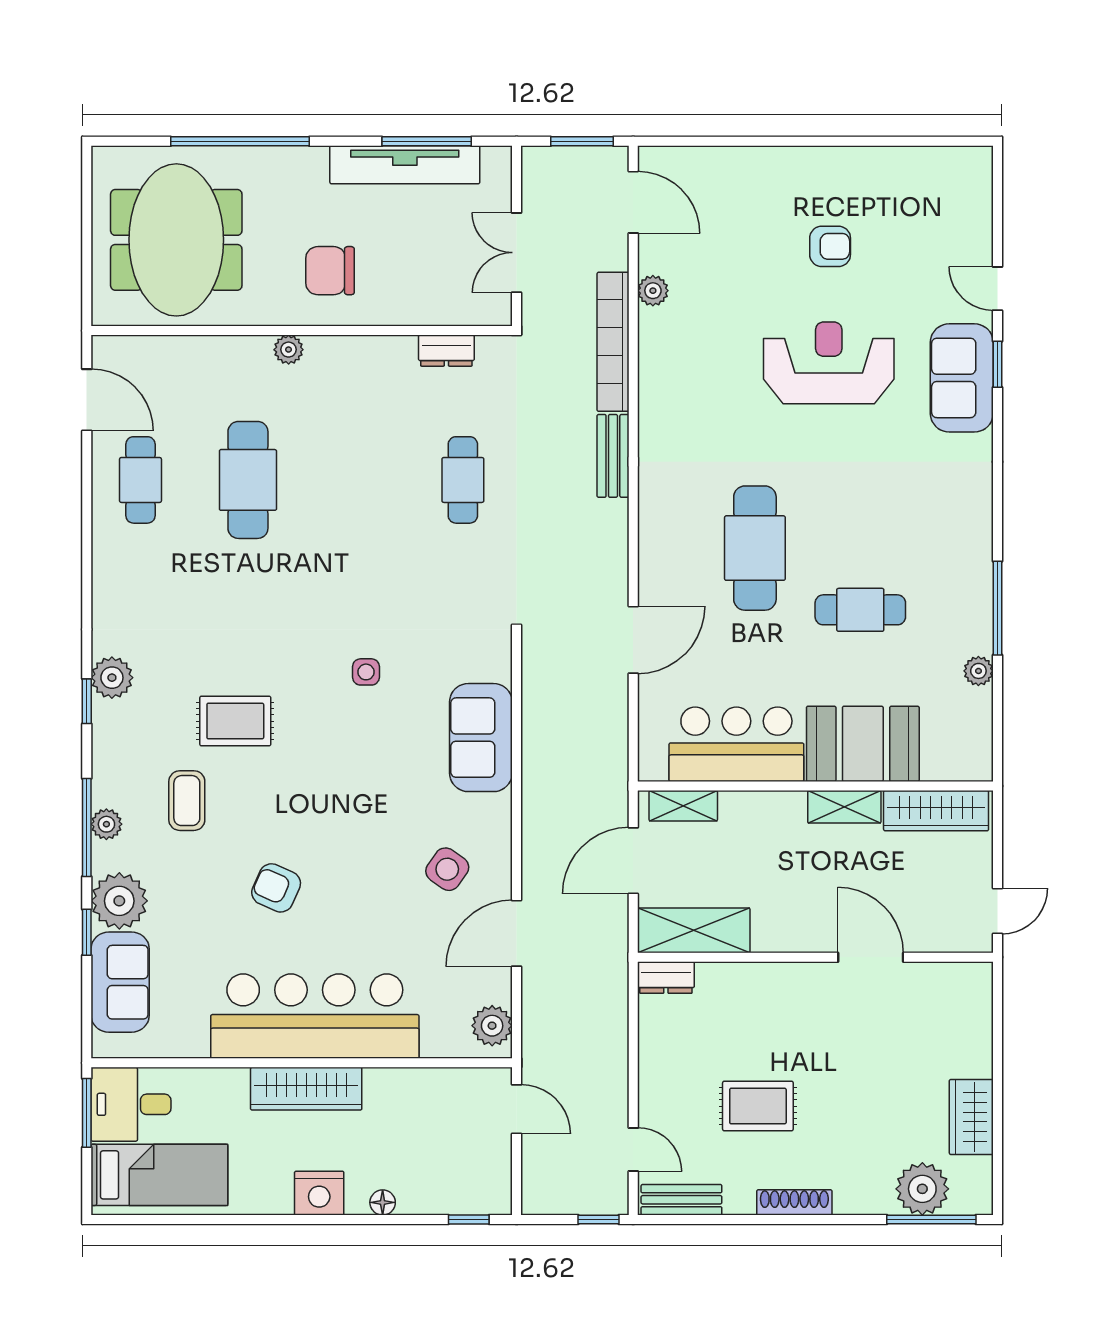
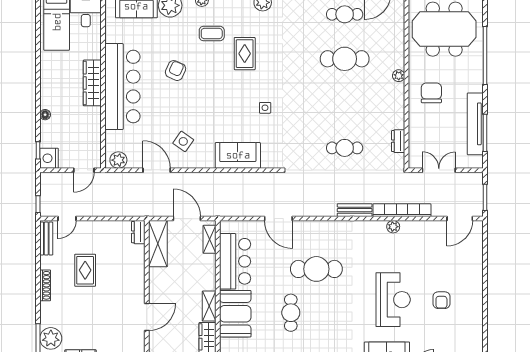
plant: (653, 291) -> (393, 227), moved
nightstand: (319, 1193) -> (49, 158), moved

